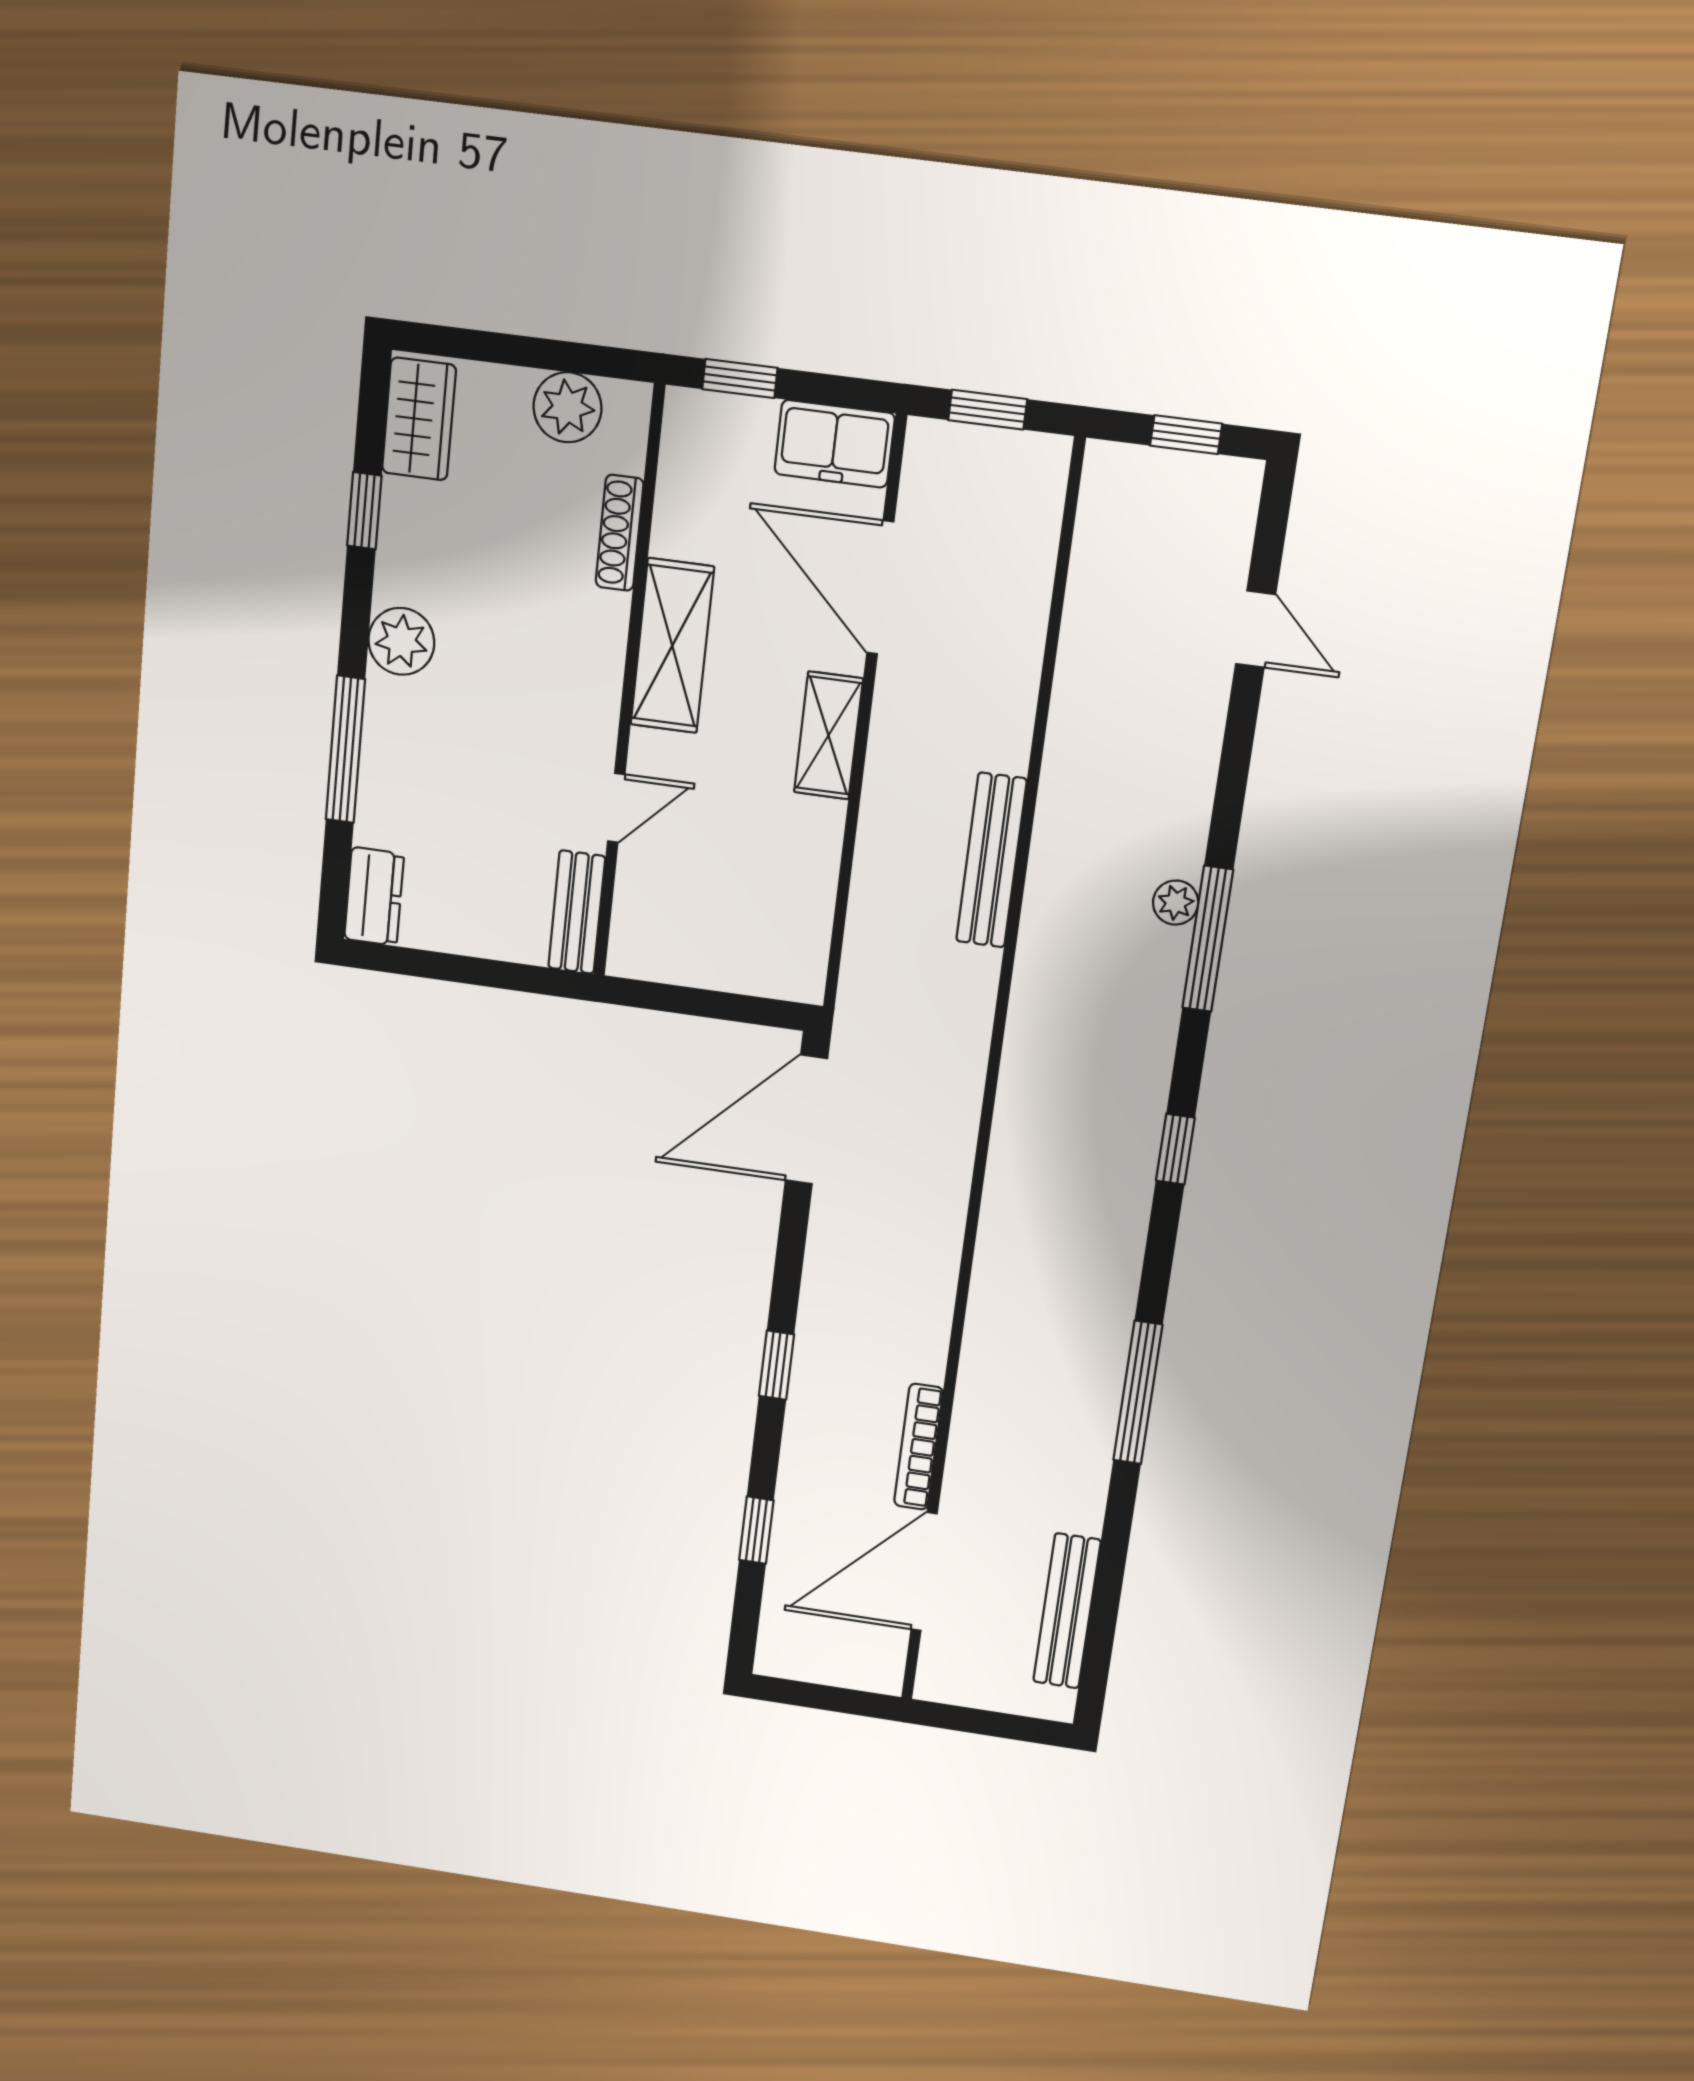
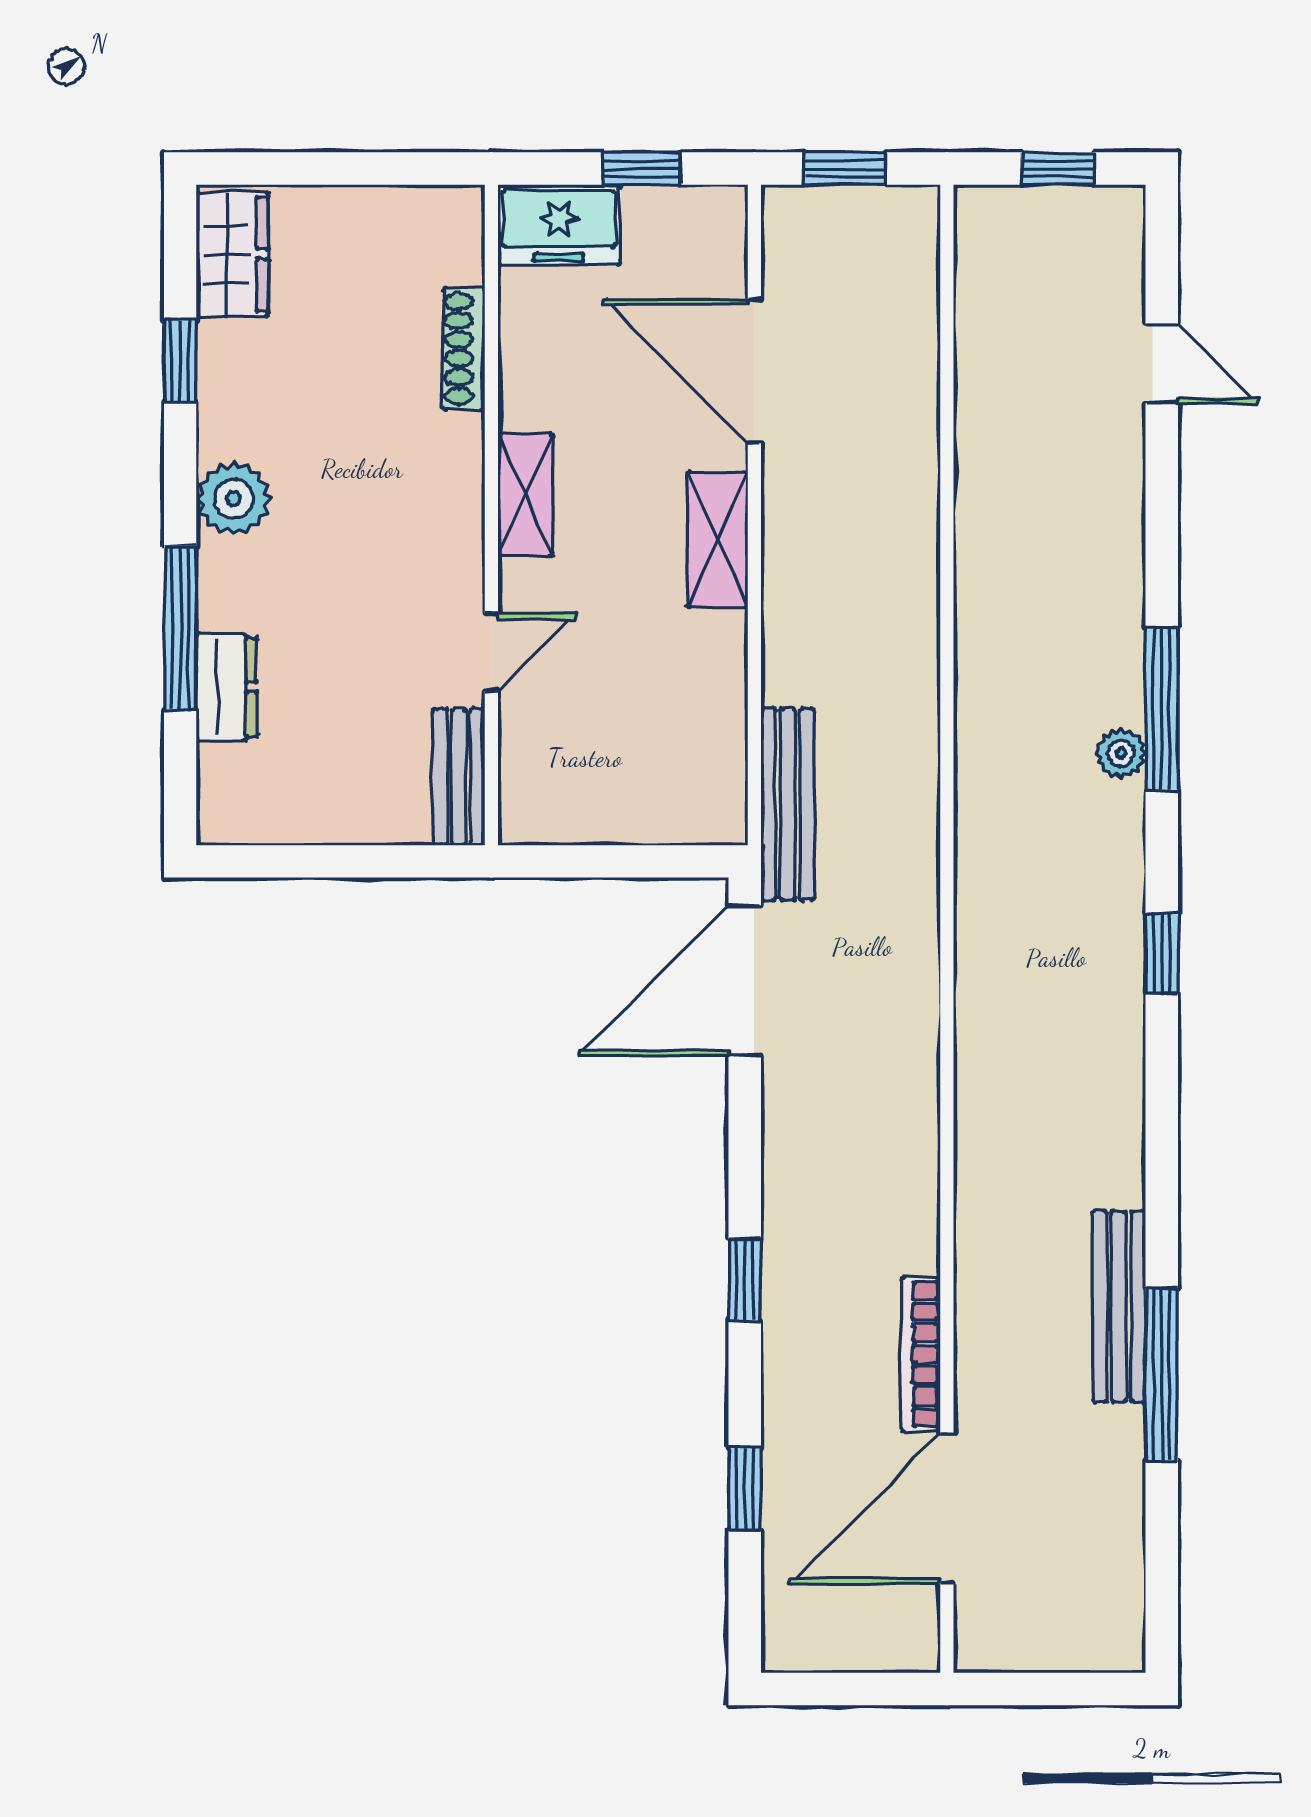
window: (740, 378) -> (642, 169), moved
plant: (567, 407) -> (394, 222), removed
freezer: (835, 444) -> (559, 224), moved
shelving: (672, 646) -> (525, 495), width x0.67, depth x0.75
bench: (991, 860) -> (788, 804), moved
dresser: (374, 897) -> (227, 687), moved
plant: (1176, 903) -> (1121, 753), moved
window: (1138, 1393) -> (1162, 1375), moved
bench: (1067, 1611) -> (1119, 1307), moved

